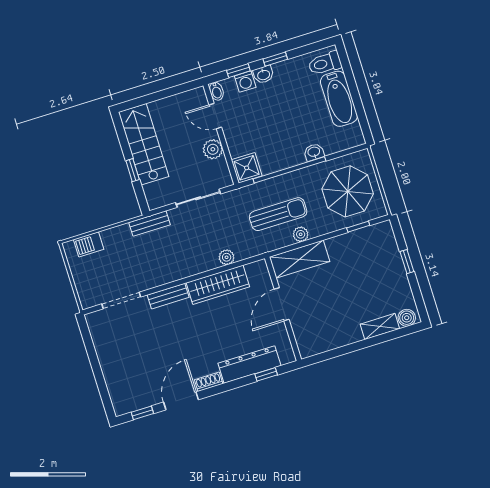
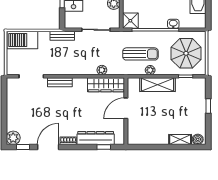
barbecue: (89, 244) -> (22, 40), width x1.88, depth x1.53
shelving: (299, 259) -> (158, 85), moved
wardrobe: (218, 285) -> (106, 85), moved
plant: (123, 404) -> (13, 138), added

